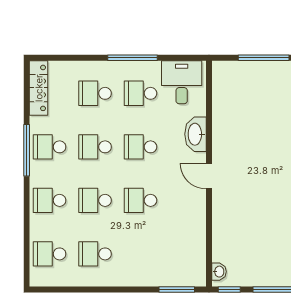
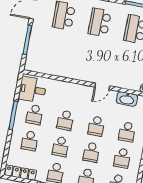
washbasin: (195, 134) -> (127, 99), moved
door: (209, 176) -> (102, 86), moved
school desk: (141, 254) -> (127, 132), added

